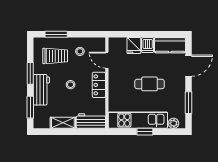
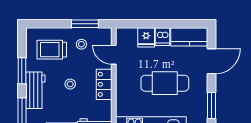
window: (56, 34) -> (85, 24), moved
trolley: (55, 56) -> (52, 50), turned 180
cafe table: (150, 84) -> (165, 83), width x1.37, depth x1.35

